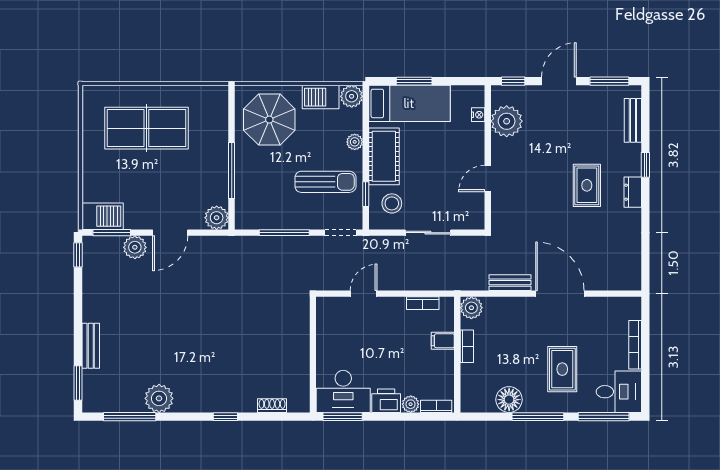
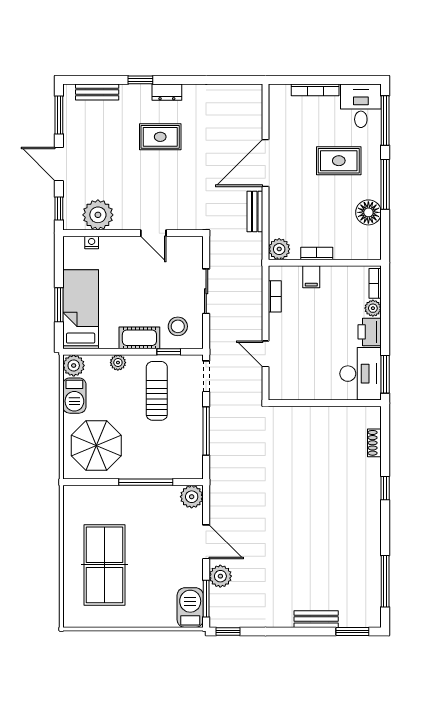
cot: (384, 156) -> (139, 338), width x0.73, depth x0.75
plant: (159, 398) -> (367, 553), removed

